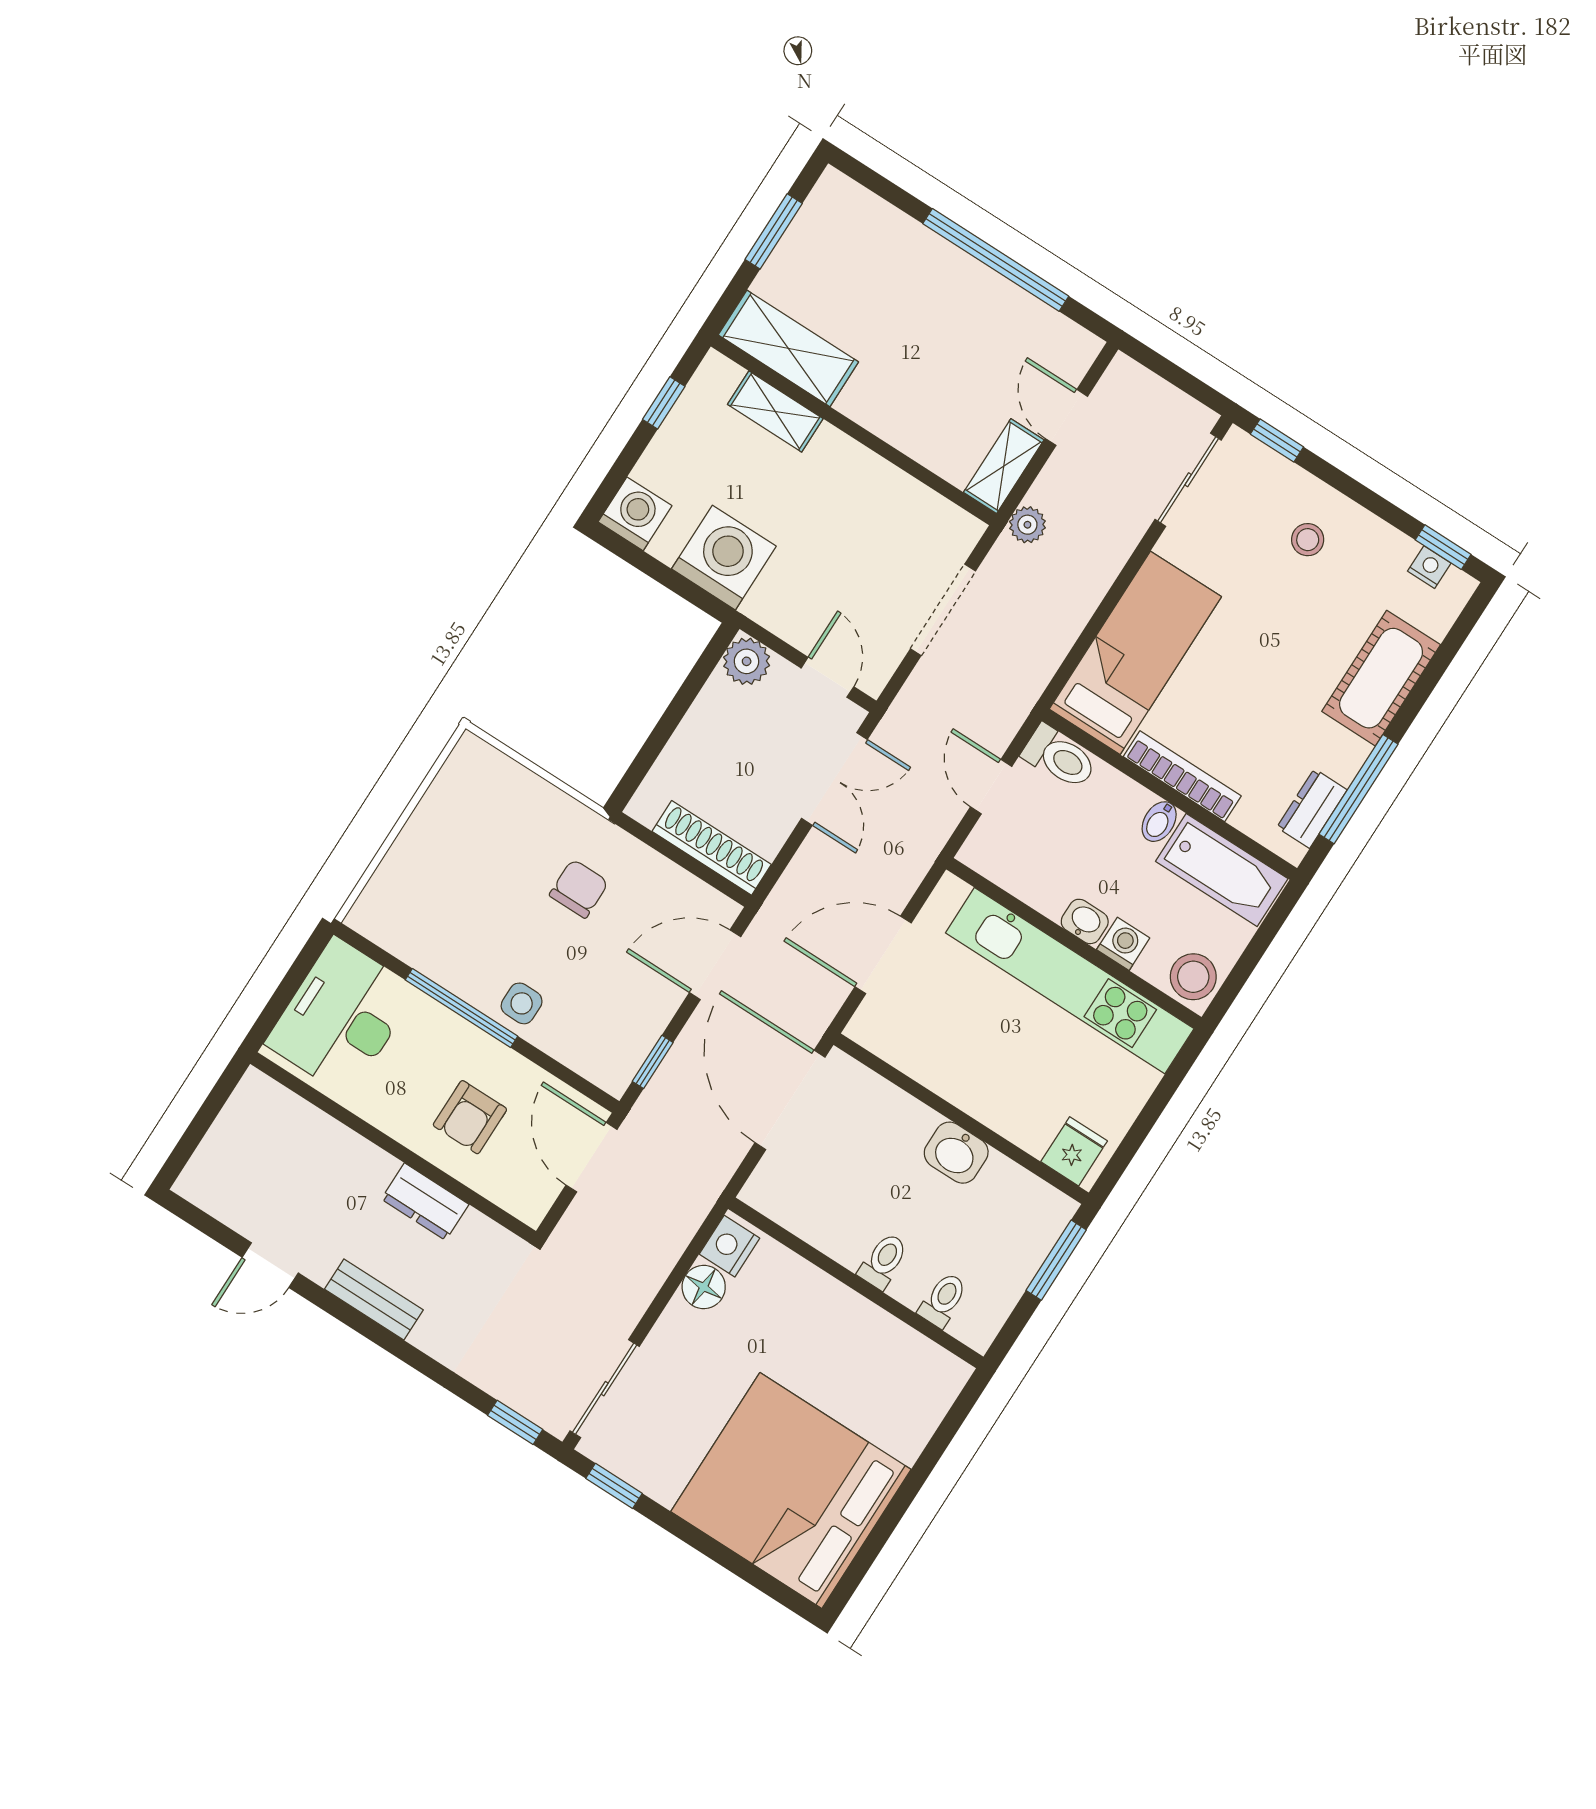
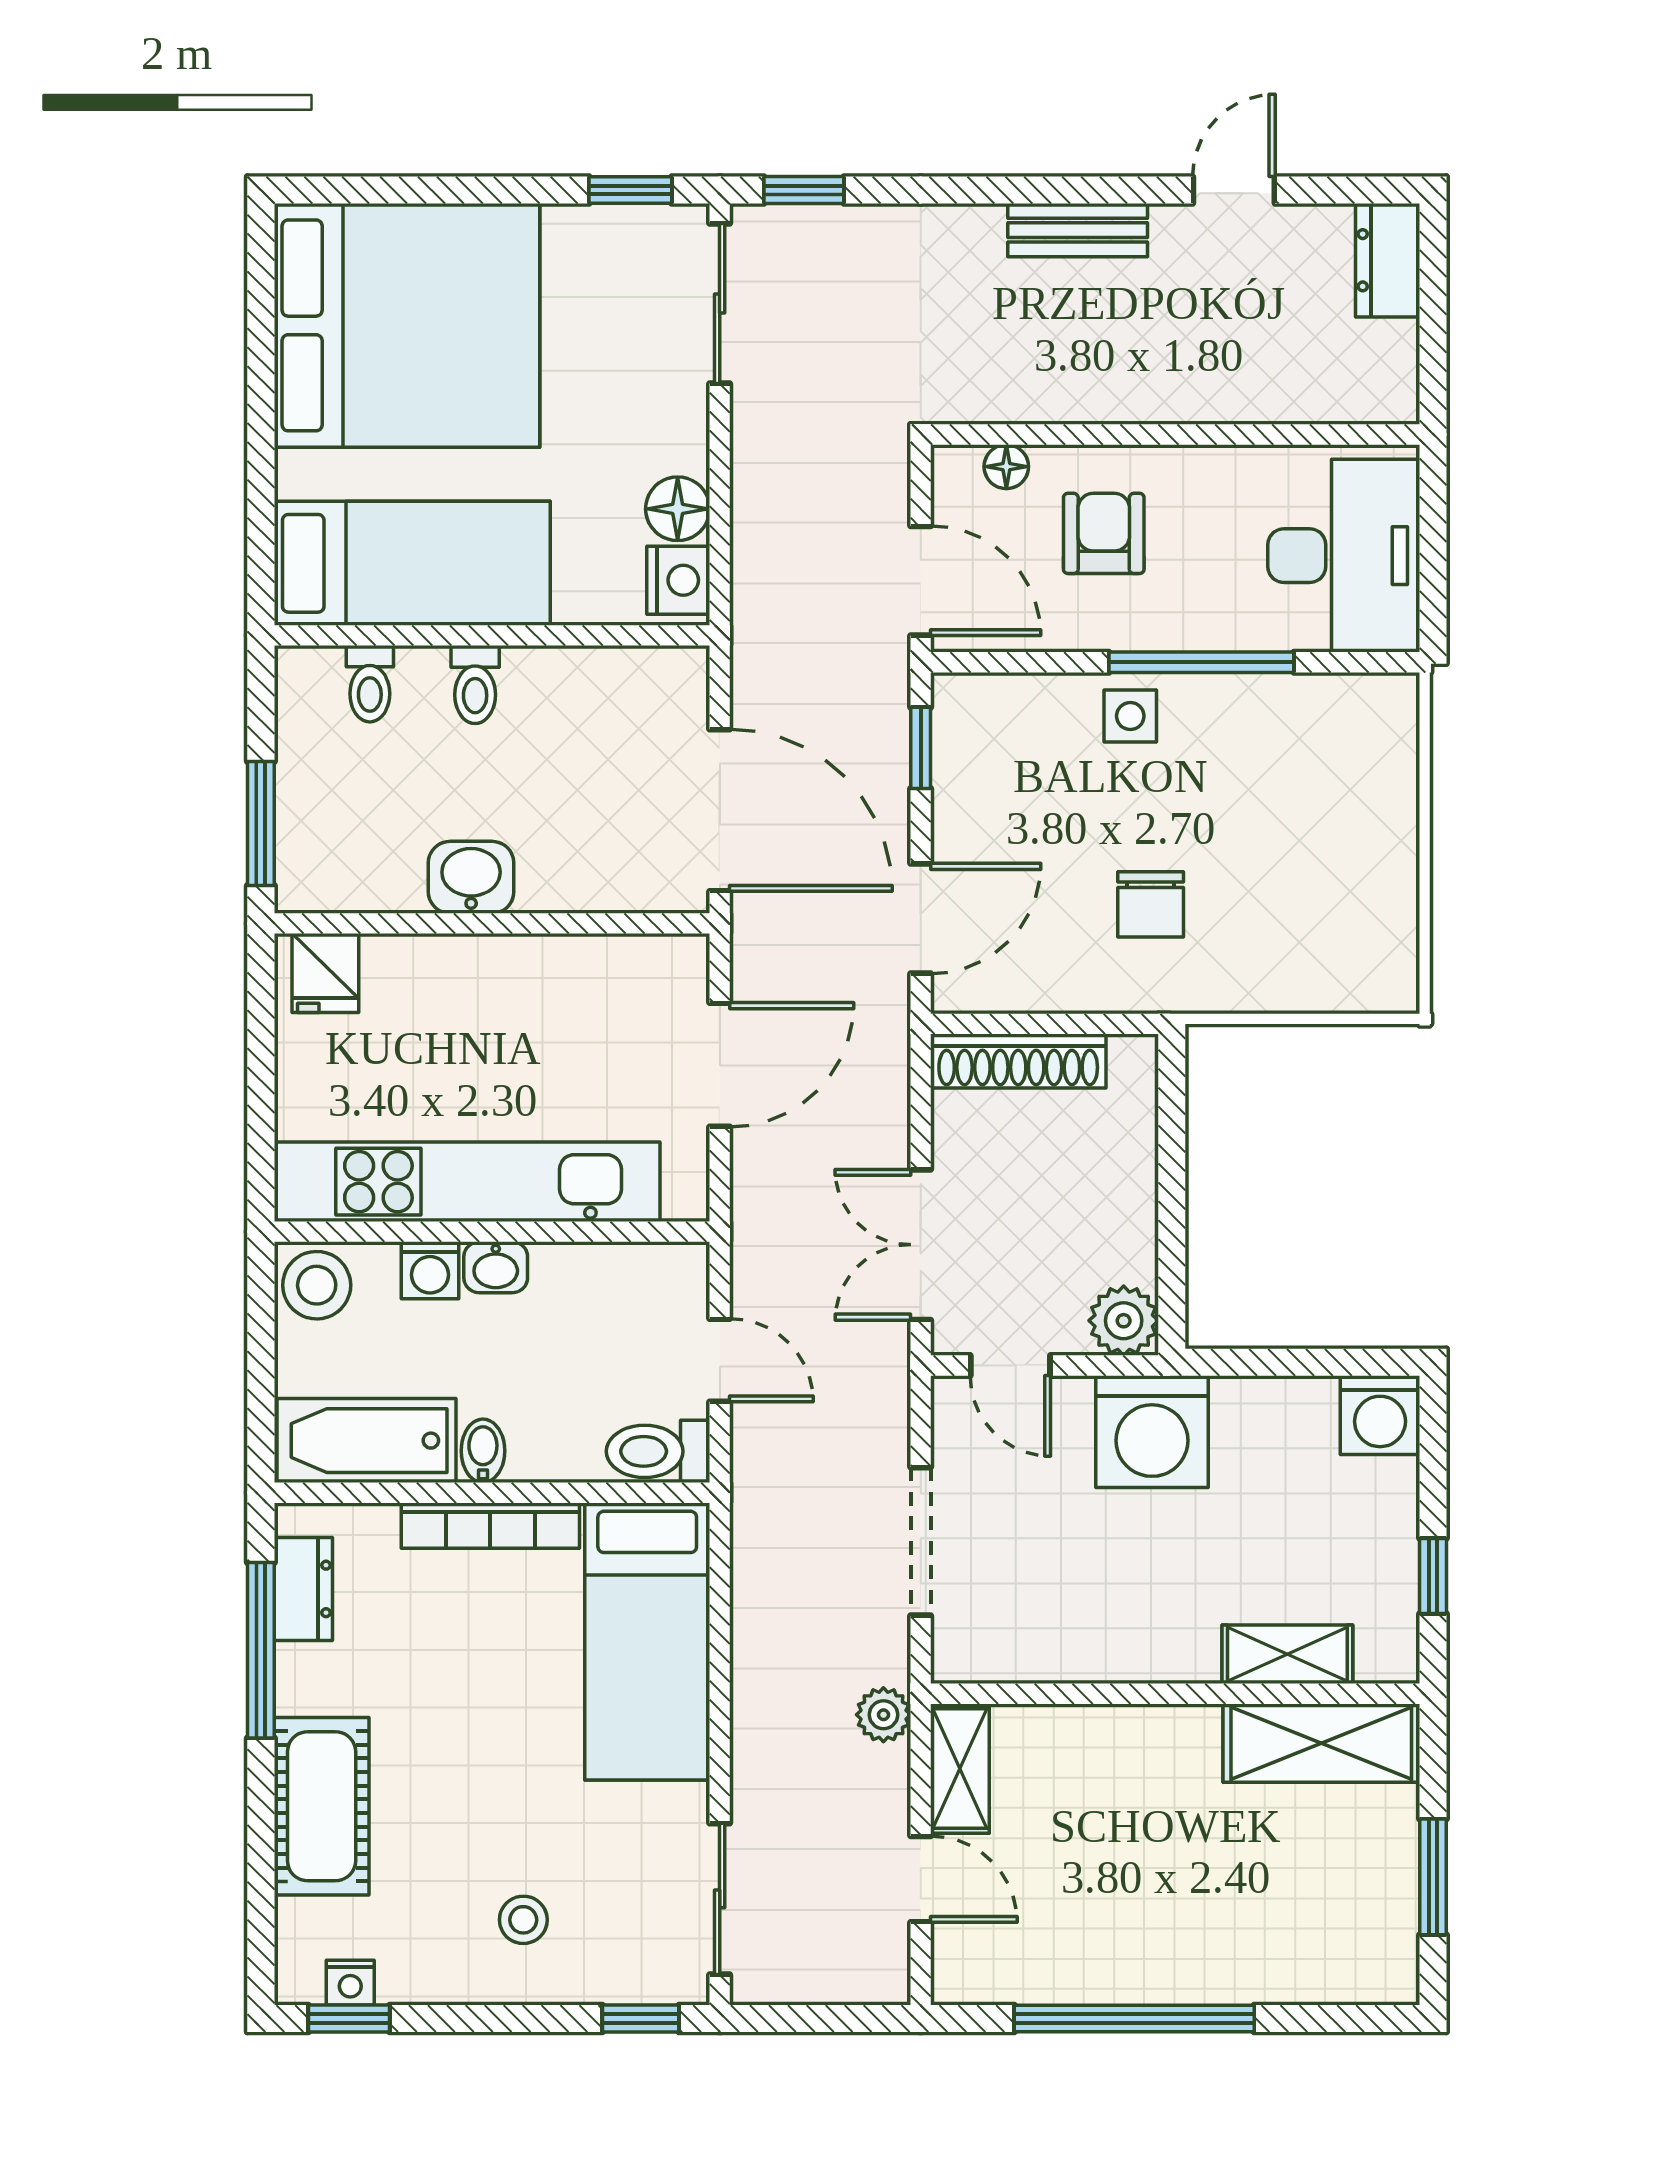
washing machine: (724, 558) -> (1152, 1432), moved
floor lamp: (501, 1191) -> (1006, 467), added
dresser: (425, 1202) -> (1388, 260), moved, turned -90
bed: (875, 1353) -> (412, 563), added

